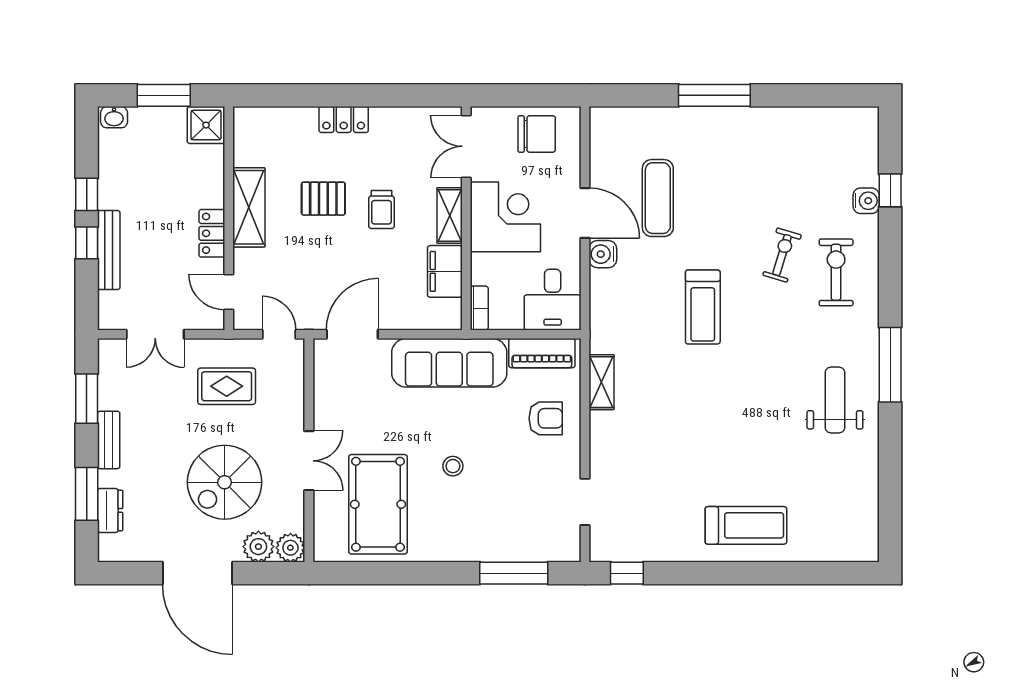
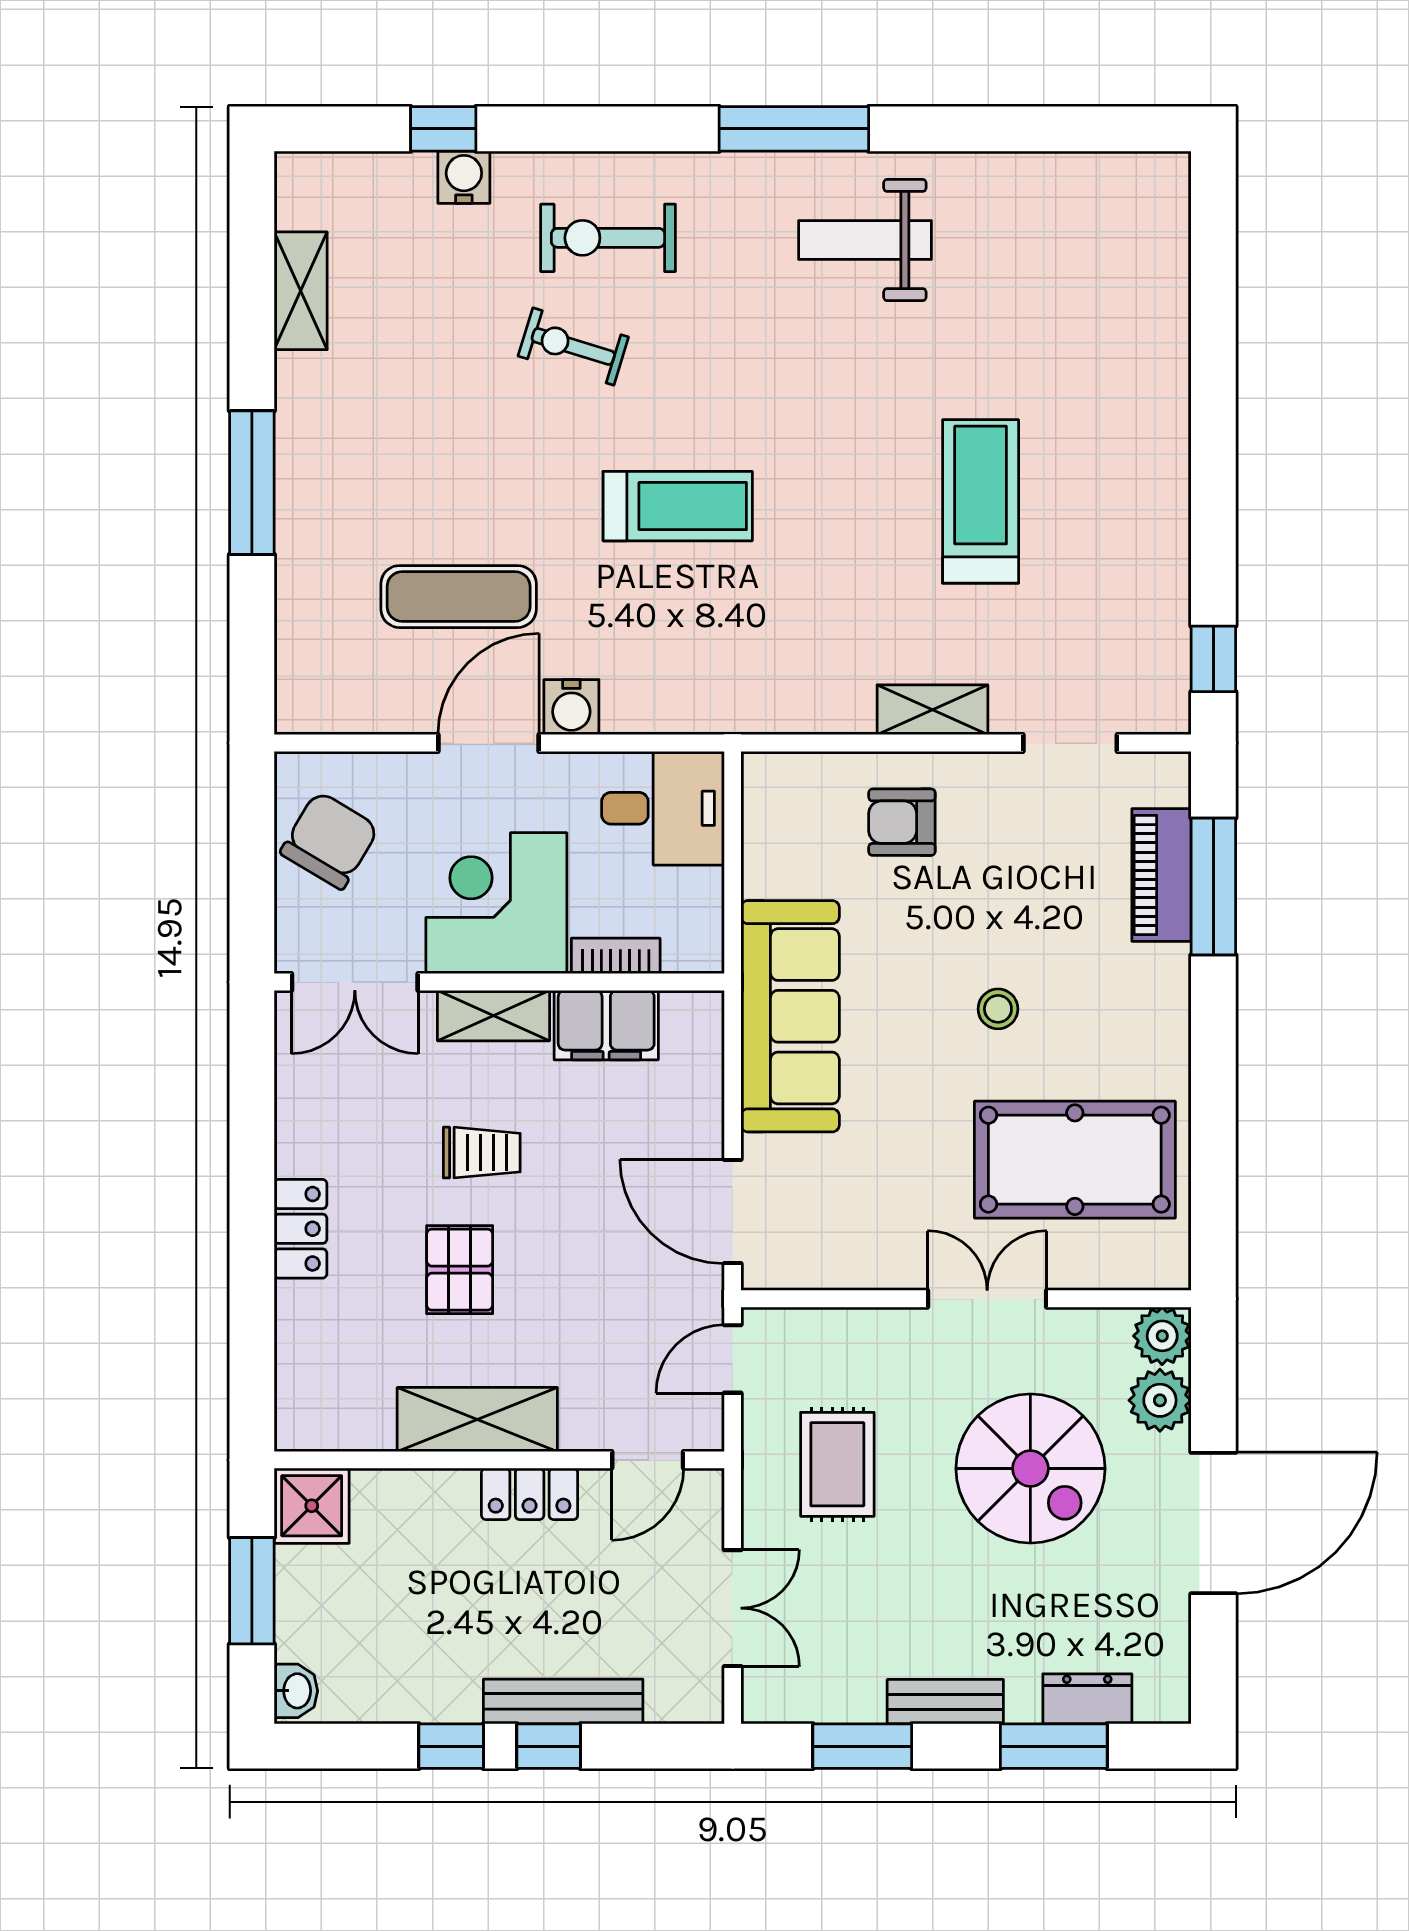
shelving: (810, 120) -> (301, 291), added
chair: (537, 134) -> (330, 840), turned 31
bookcase: (479, 308) -> (616, 956), moved
piano: (542, 353) -> (1161, 875), moved, turned 180
shelving: (602, 382) -> (932, 710), moved
armchair: (546, 418) -> (902, 822), turned -90
treadmill: (746, 525) -> (981, 501), moved

